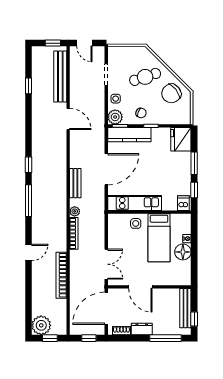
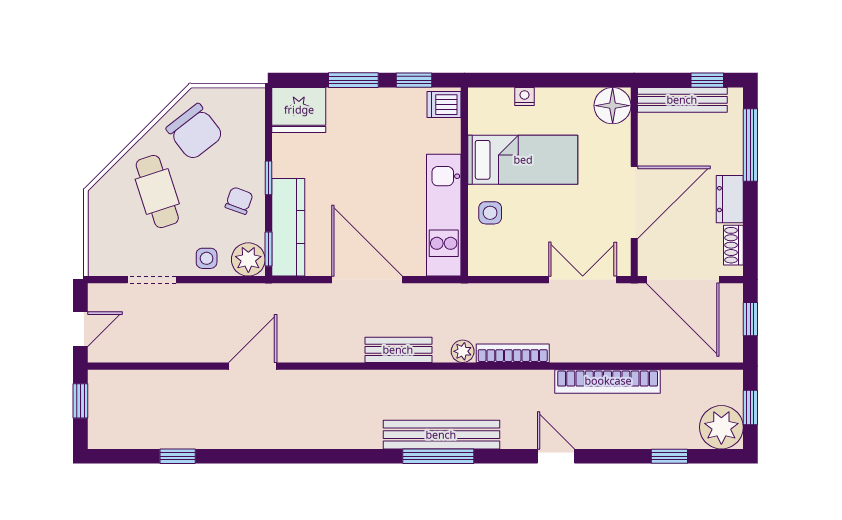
bench: (60, 76) -> (441, 435), moved
window: (28, 165) -> (669, 456), moved
floor lamp: (183, 252) -> (613, 106), moved
door: (140, 287) -> (634, 202), width x1.36

